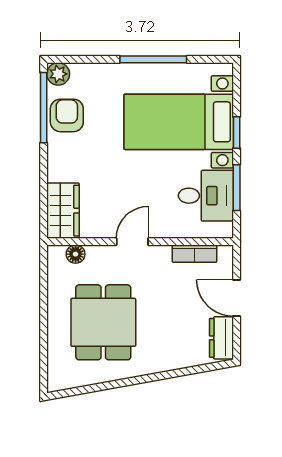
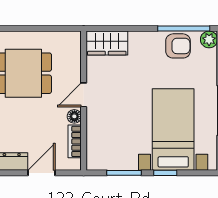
desk: (206, 196) -> (118, 150), removed
door: (132, 242) -> (84, 95), swing flipped
floor lamp: (76, 254) -> (74, 116), moved

